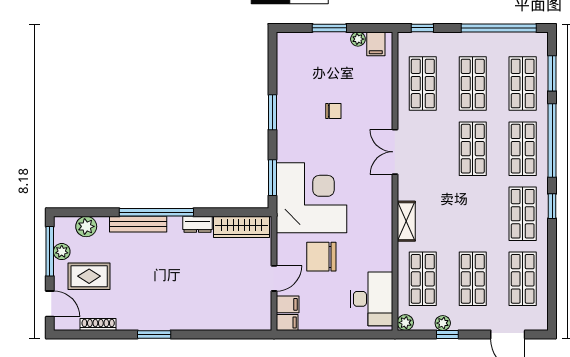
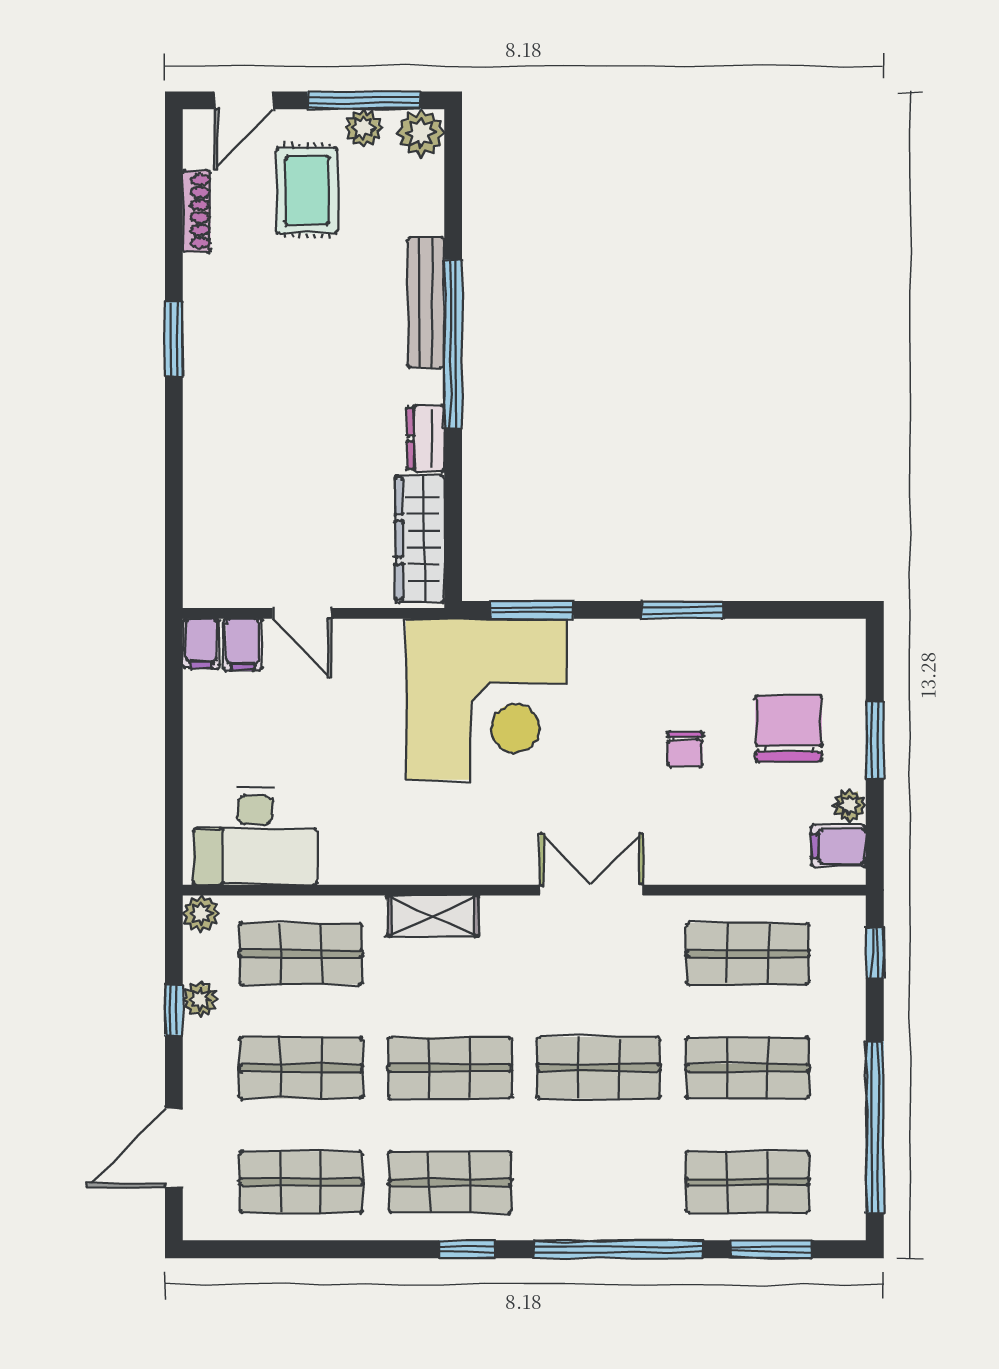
shop shelf: (523, 149) -> (450, 1068), moved
plant: (86, 226) -> (421, 133), moved
chair: (321, 257) -> (789, 729), moved

